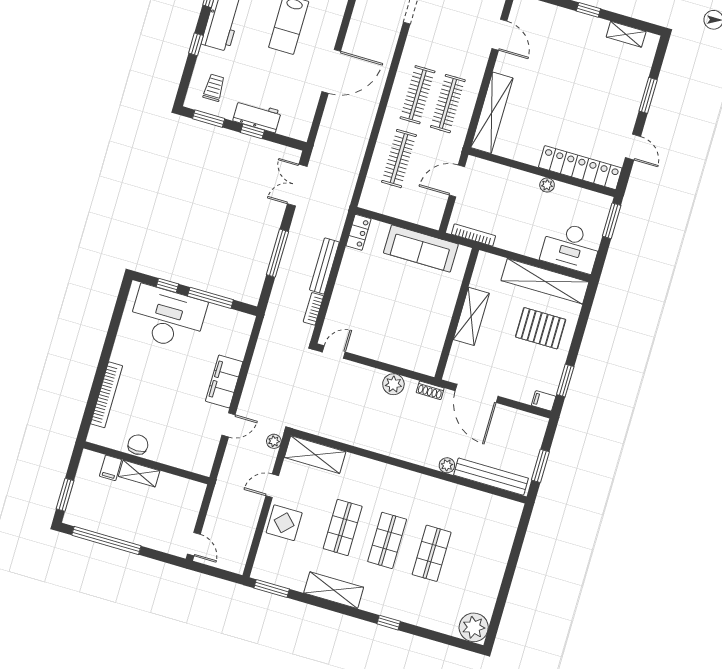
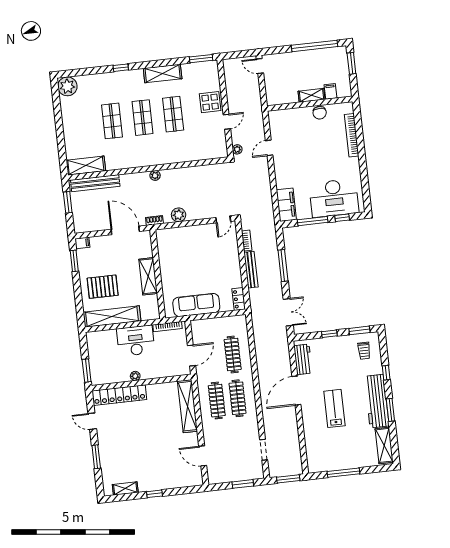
workbench: (257, 116) -> (303, 359), moved, turned -90
desk: (571, 247) -> (136, 341), moved
filing cabinet: (224, 381) -> (286, 205), moved
shelving: (315, 455) -> (86, 166), moved
plant: (447, 465) -> (155, 175), moved

